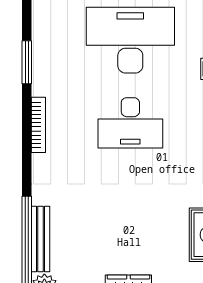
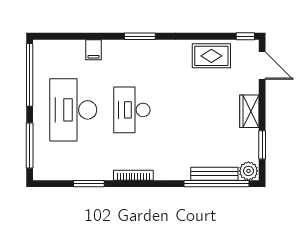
desk: (130, 123) -> (132, 110), turned 180

